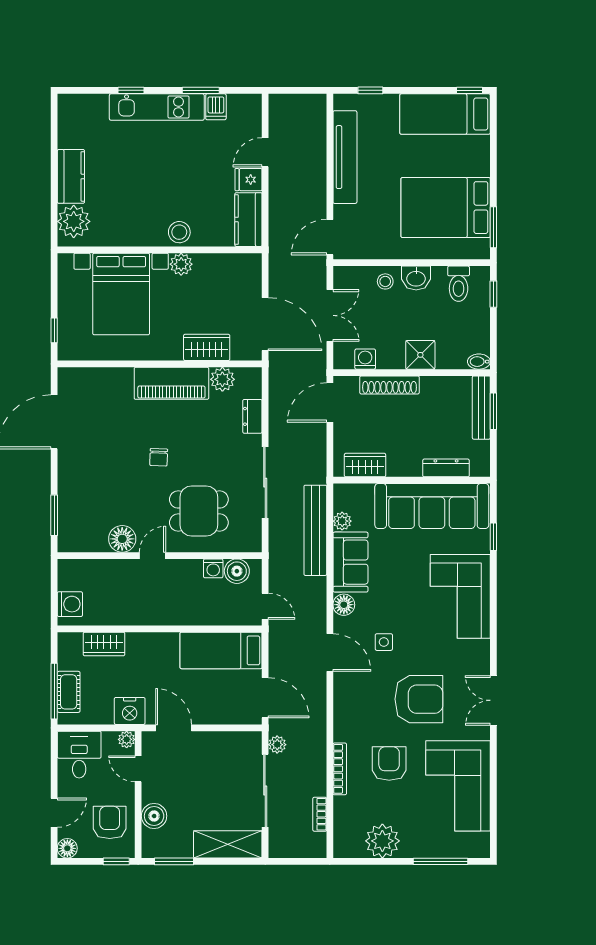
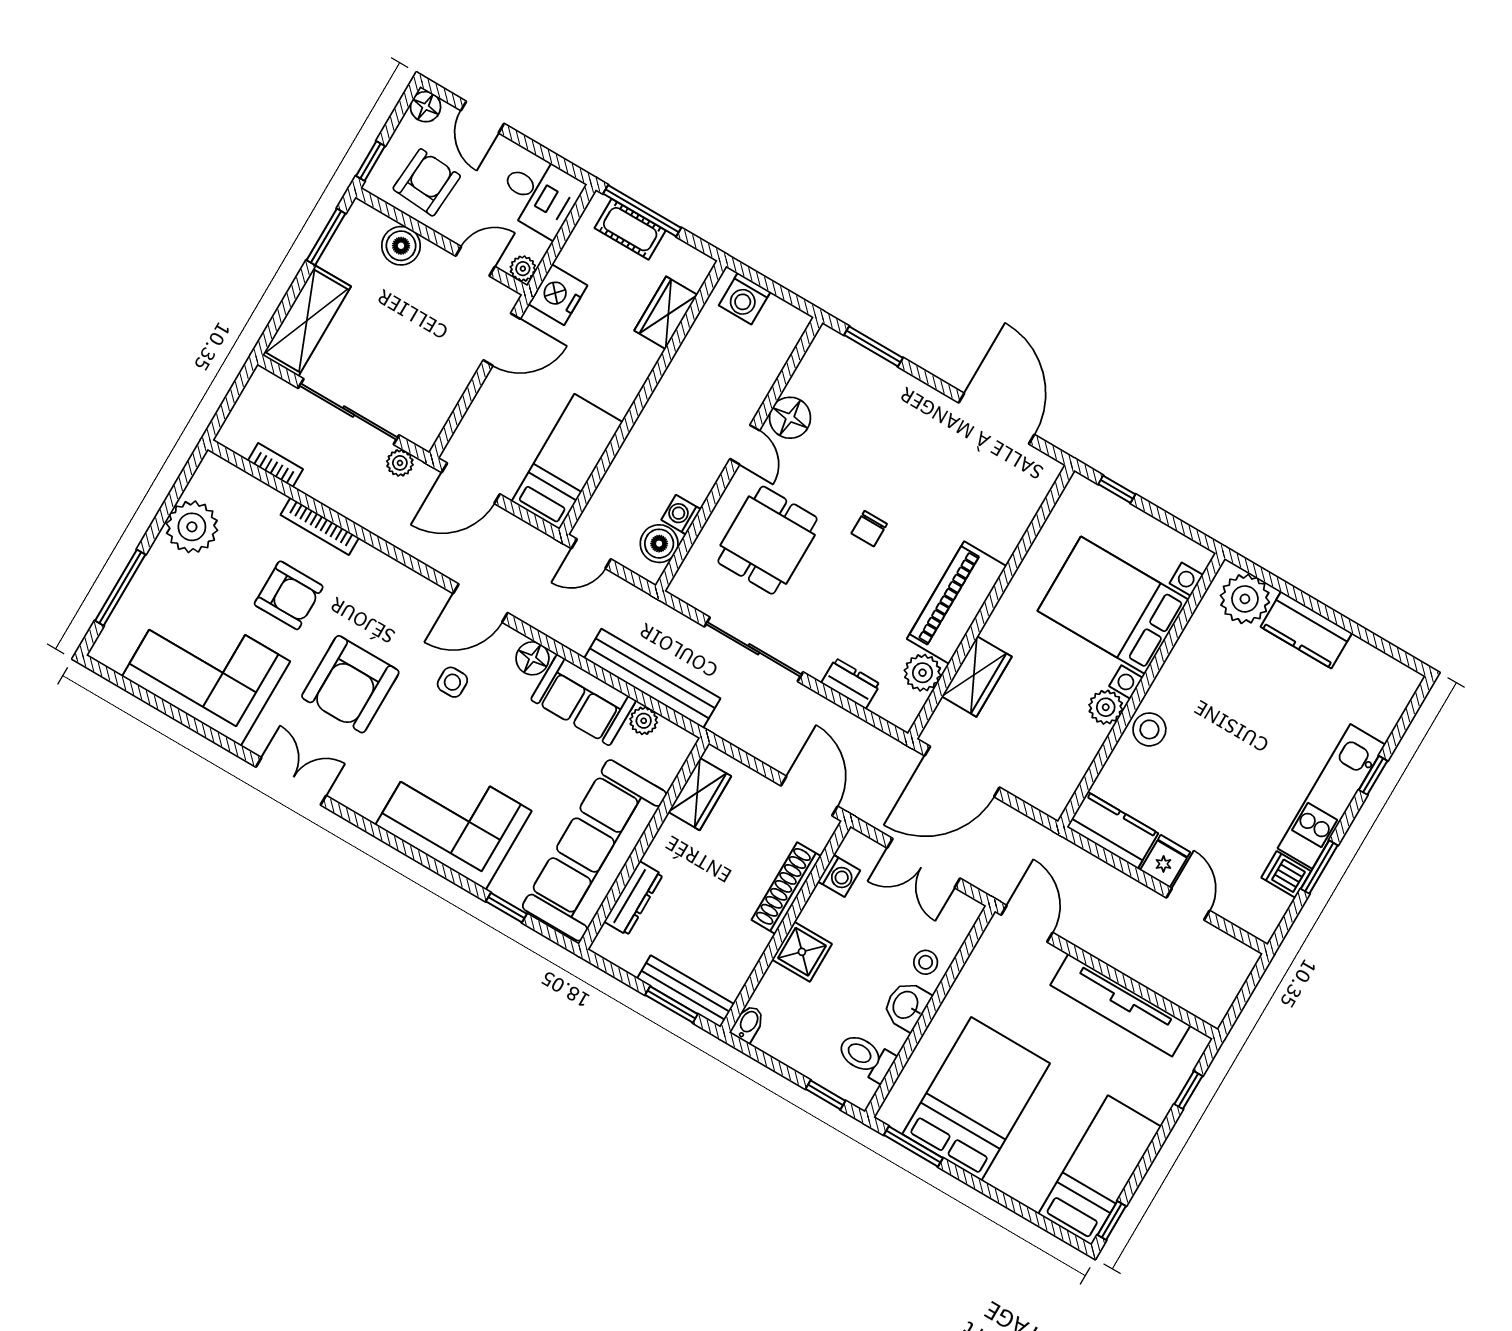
chair: (159, 457) -> (869, 529), turned -92
armchair: (110, 822) -> (427, 182), turned -86

